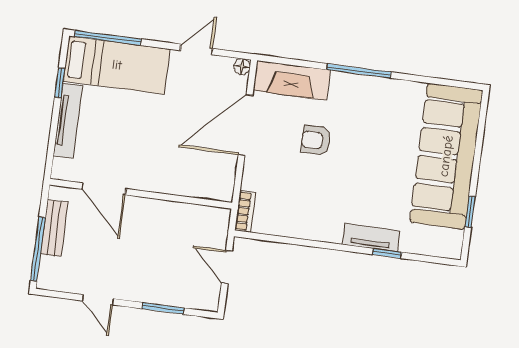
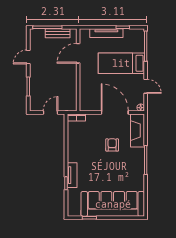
bed: (117, 65) -> (121, 63), moved, turned 90

